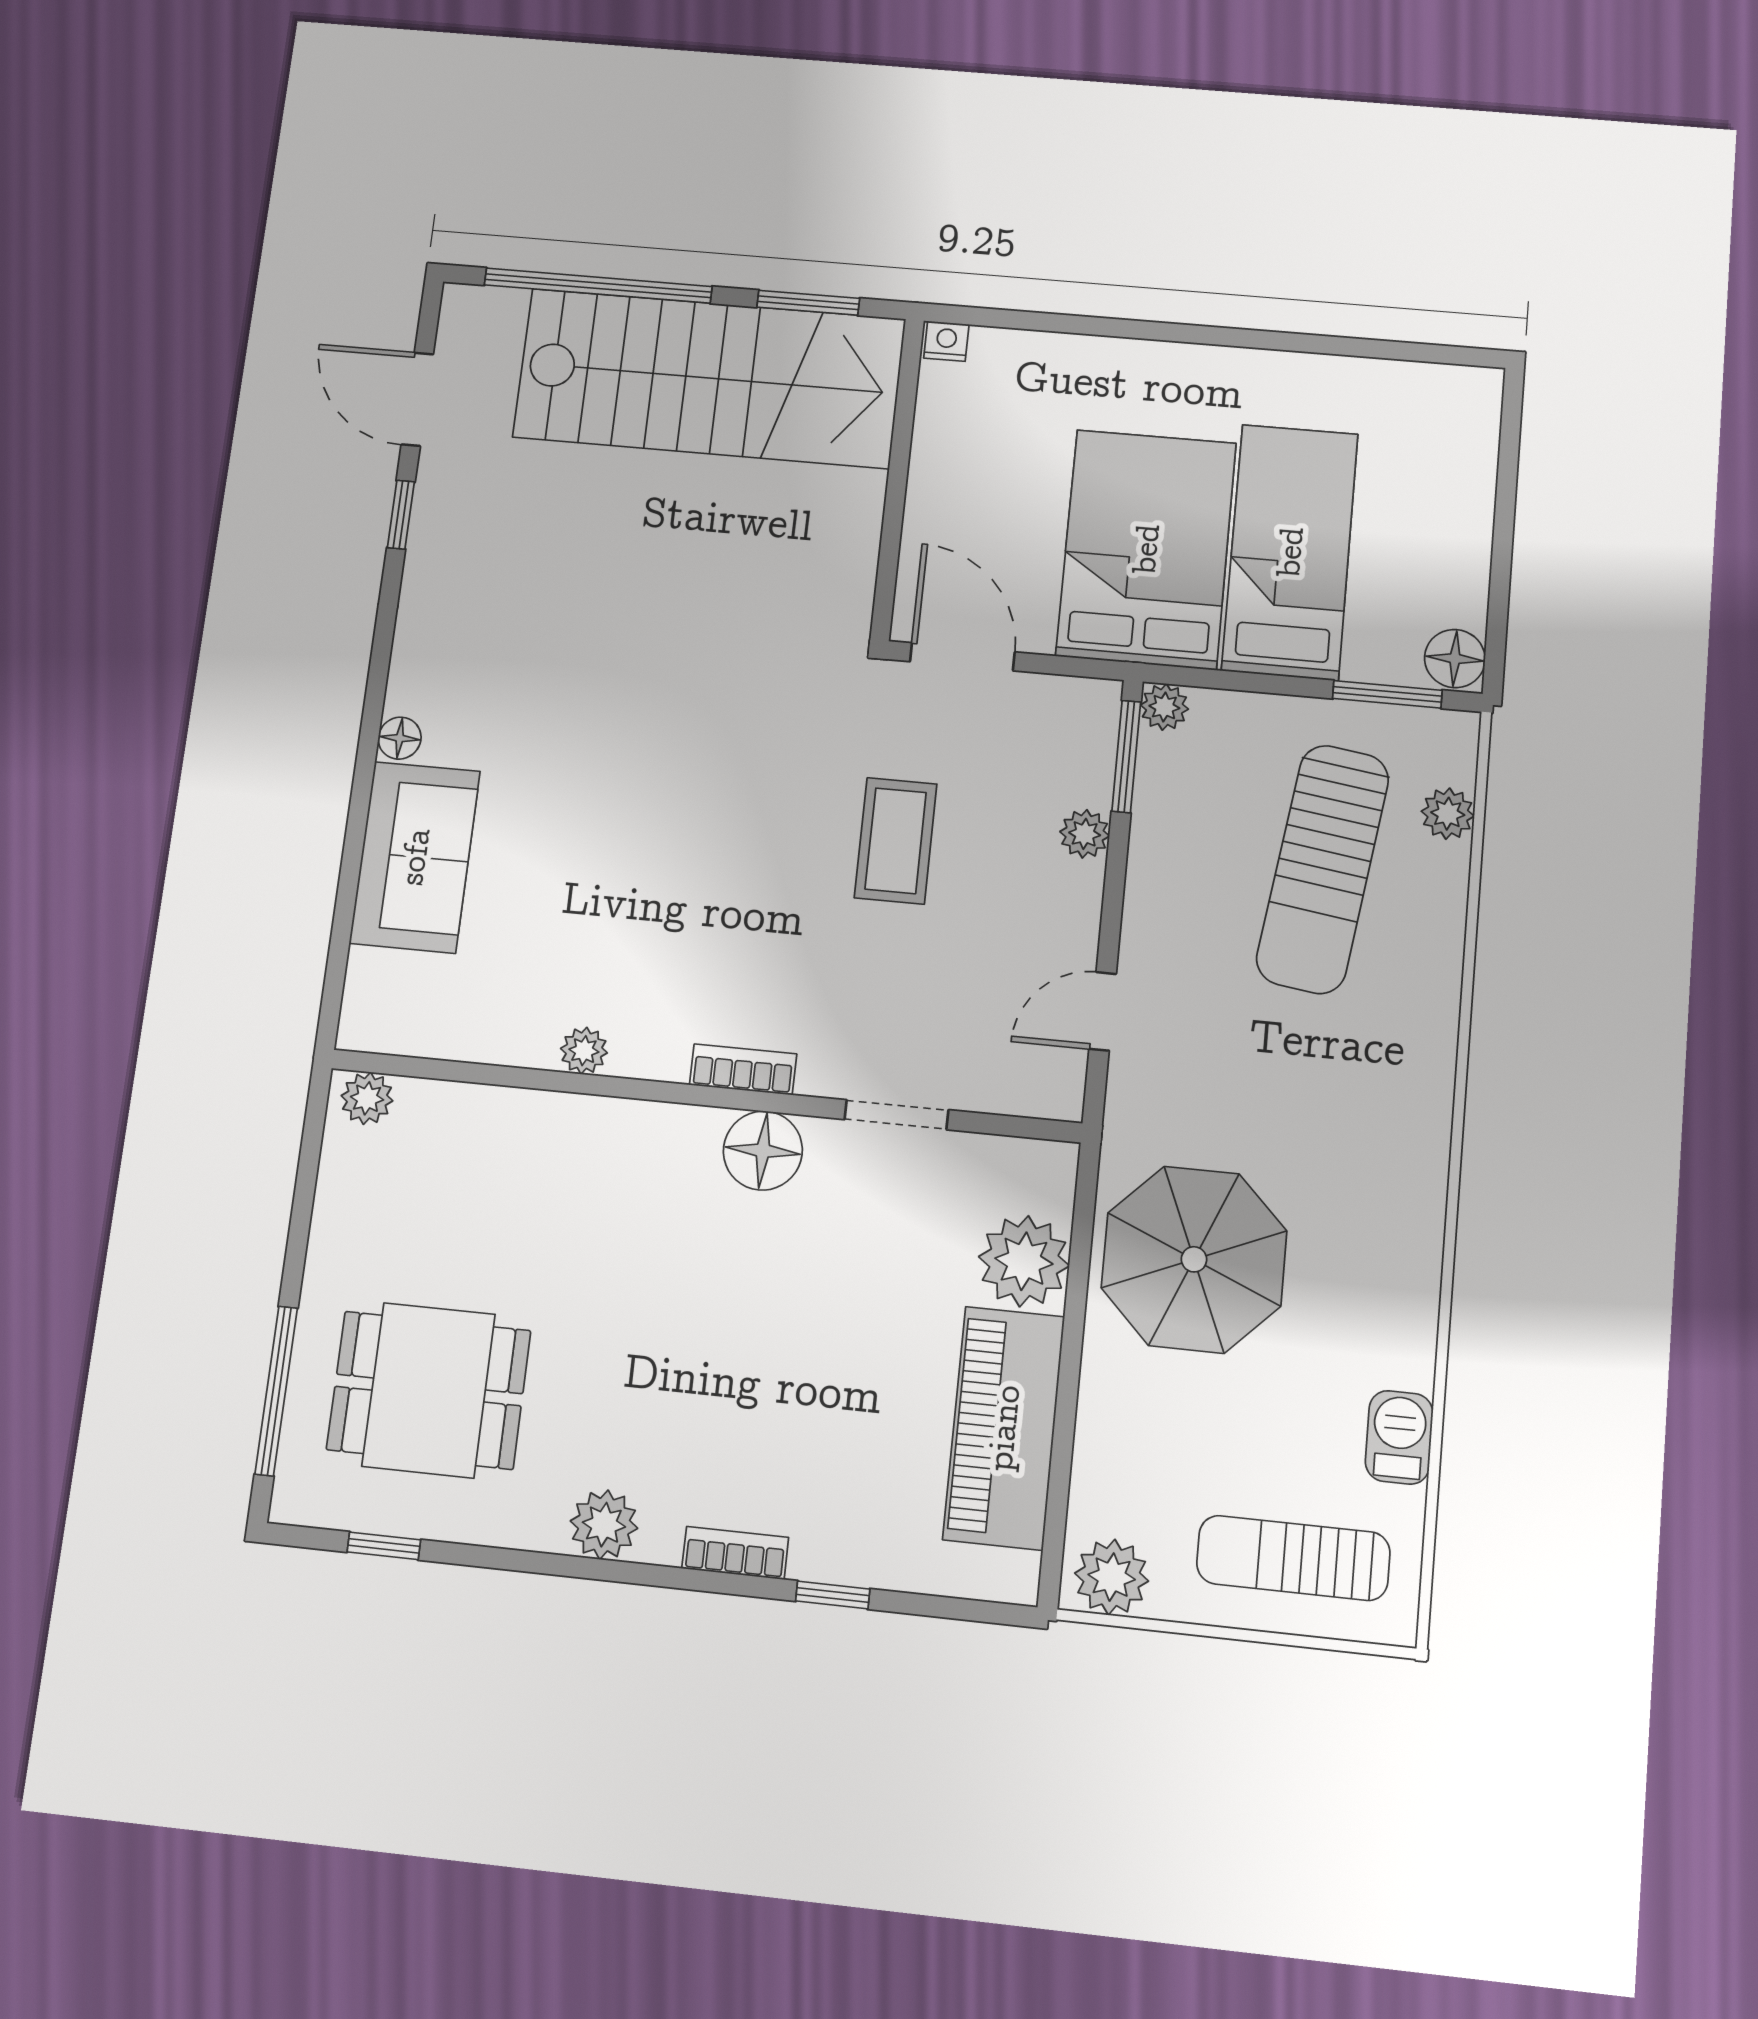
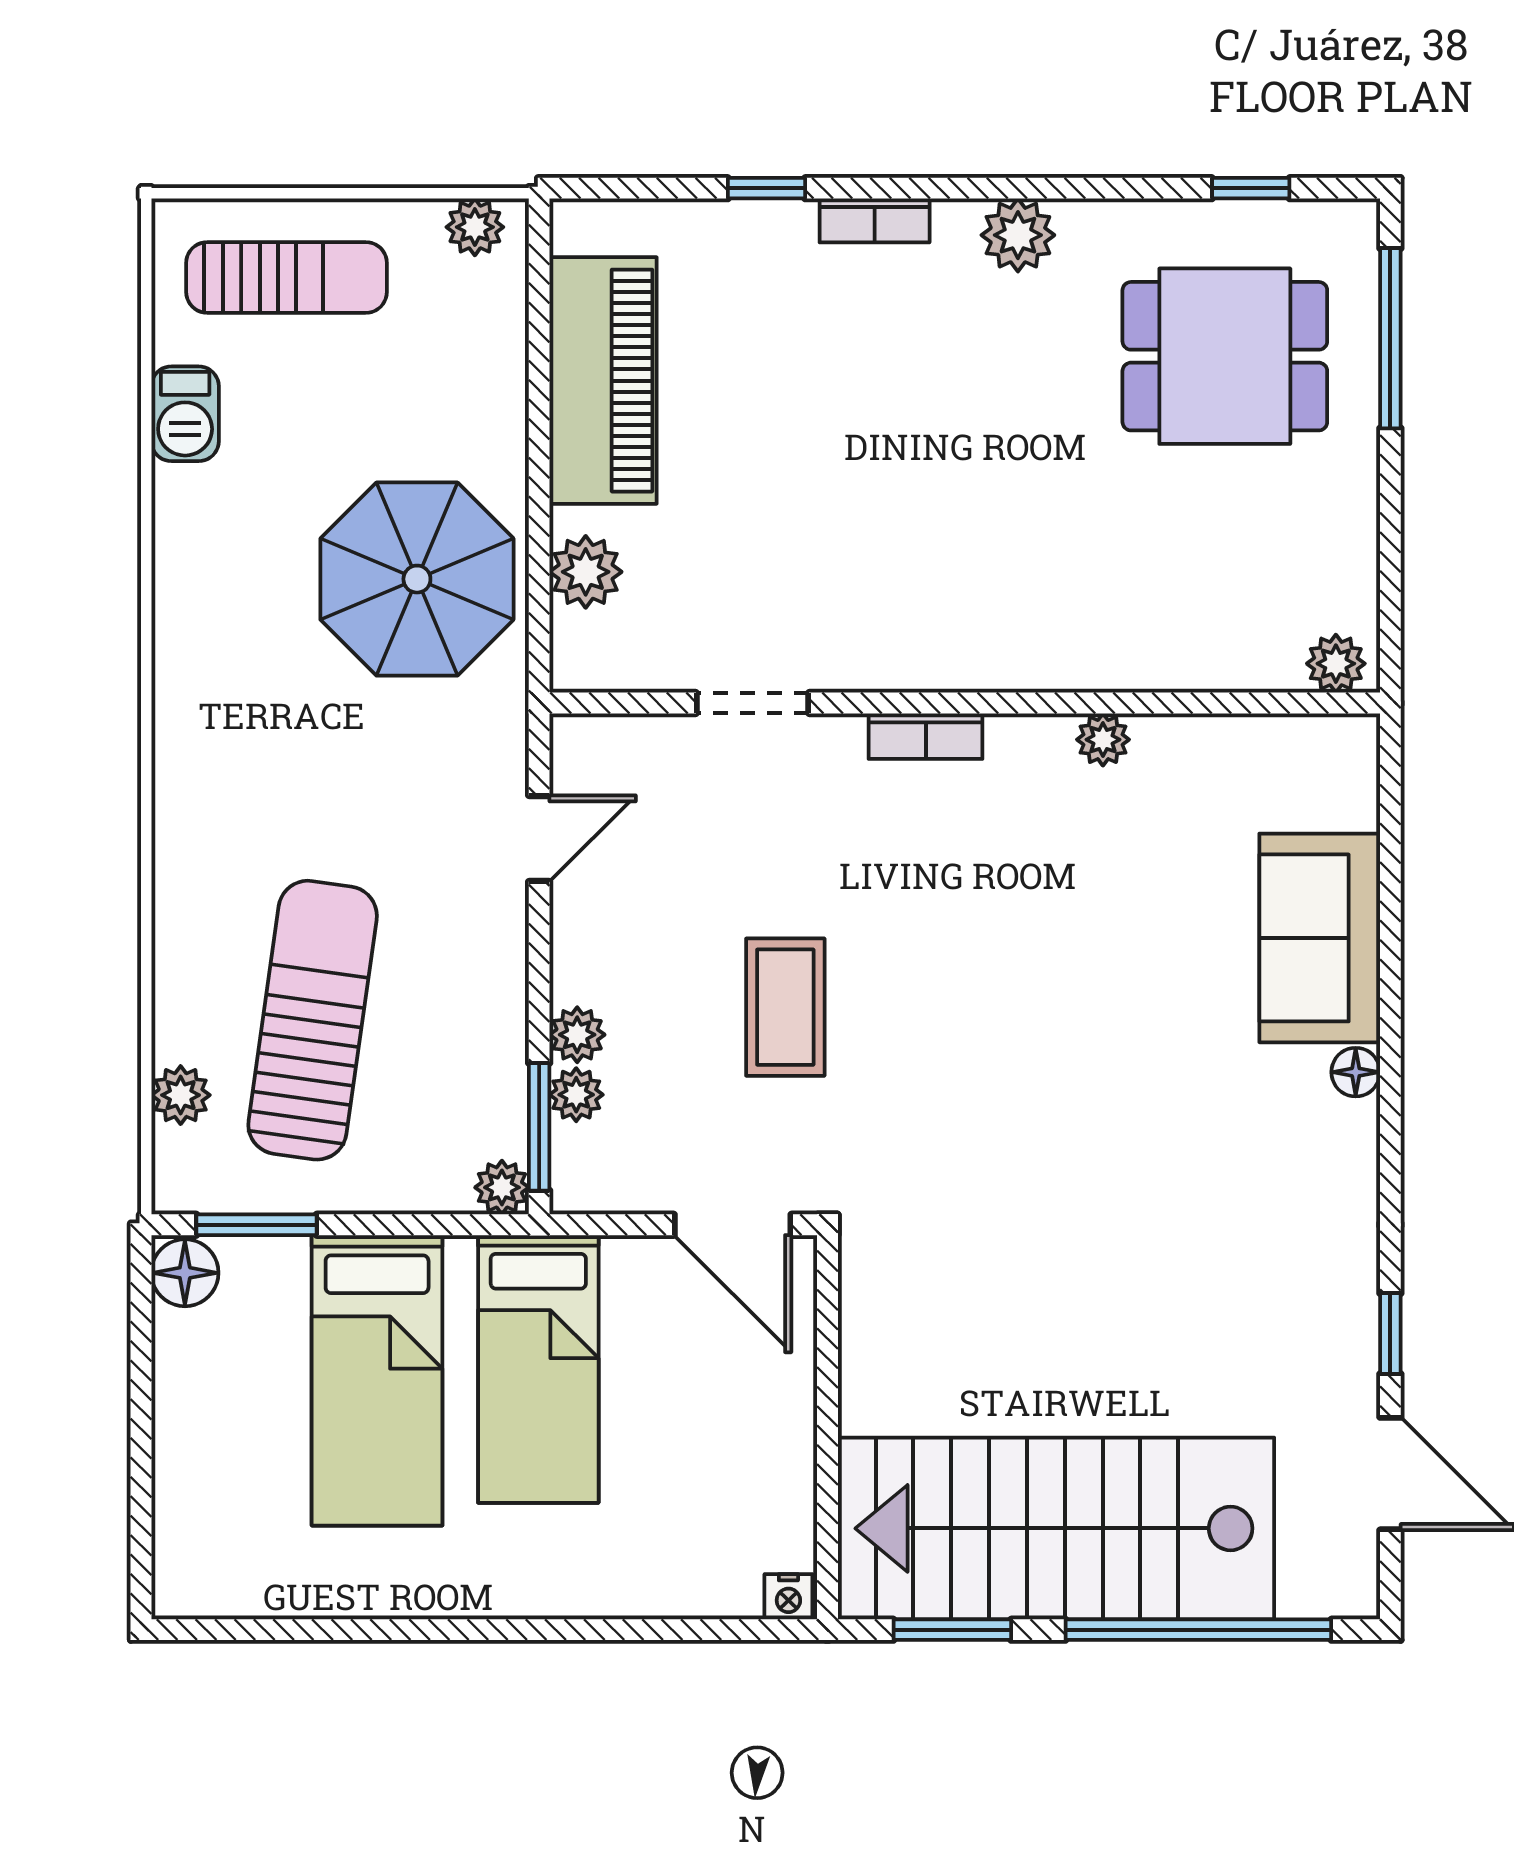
bed: (1146, 549) -> (538, 1369), width x0.67
plant: (1090, 782) -> (576, 1095), added
floor lamp: (763, 1151) -> (894, 650), removed
plant: (1024, 1261) -> (586, 572), width x0.73, depth x0.73
plant: (1112, 1577) -> (475, 227), width x0.73, depth x0.73

